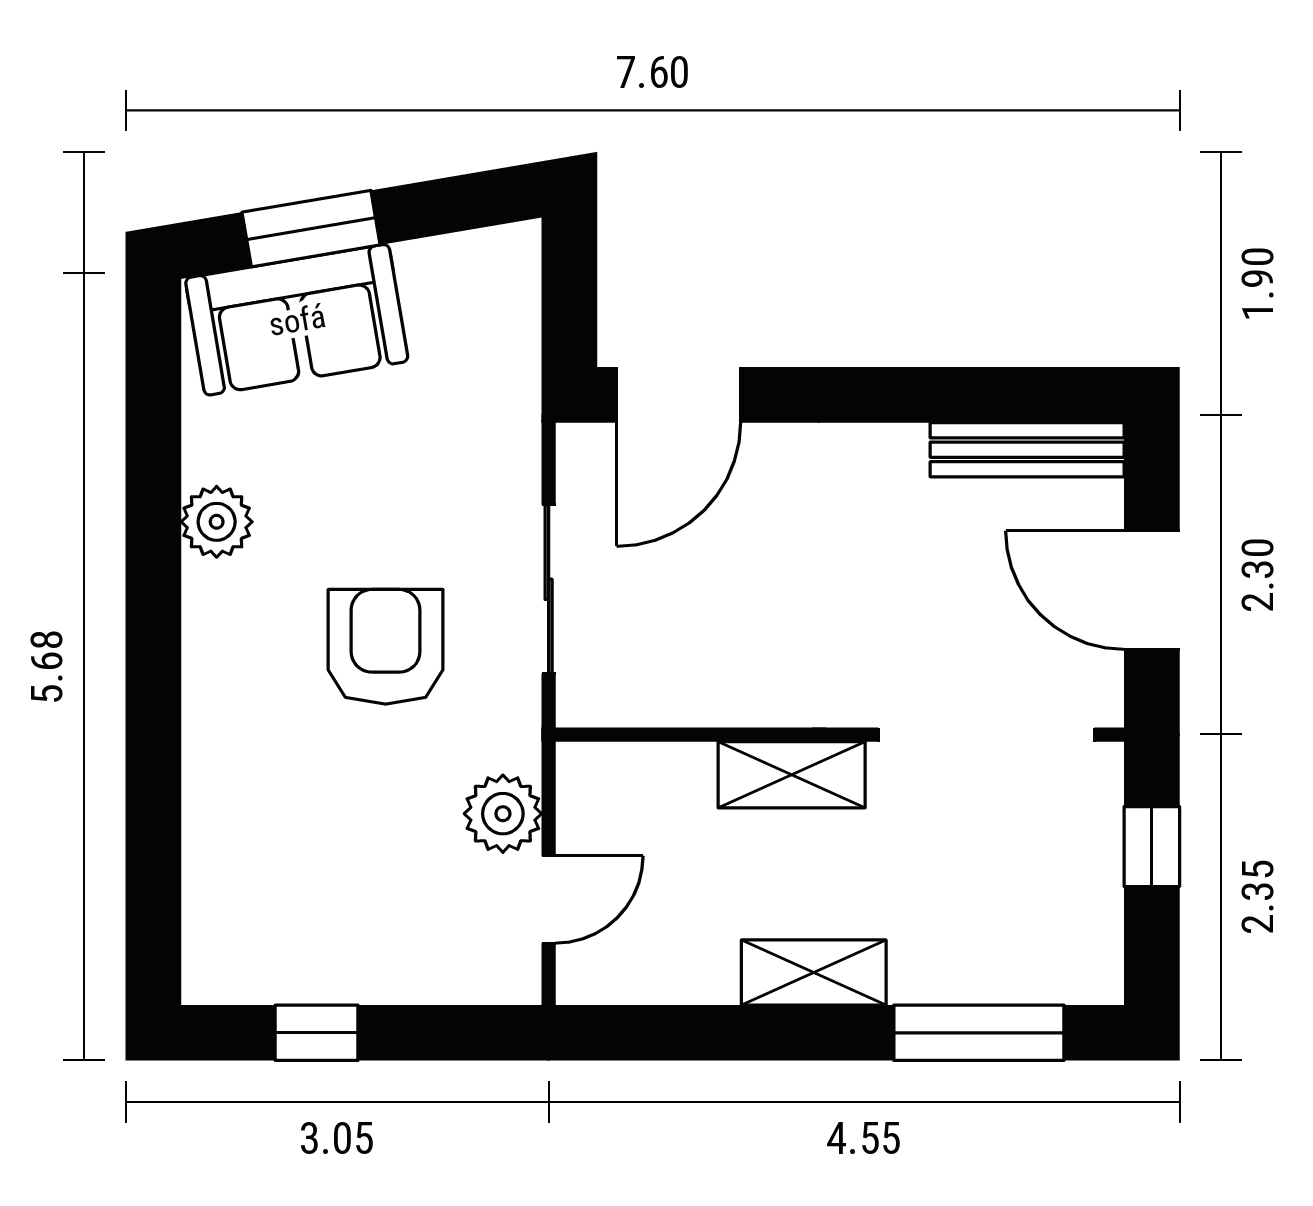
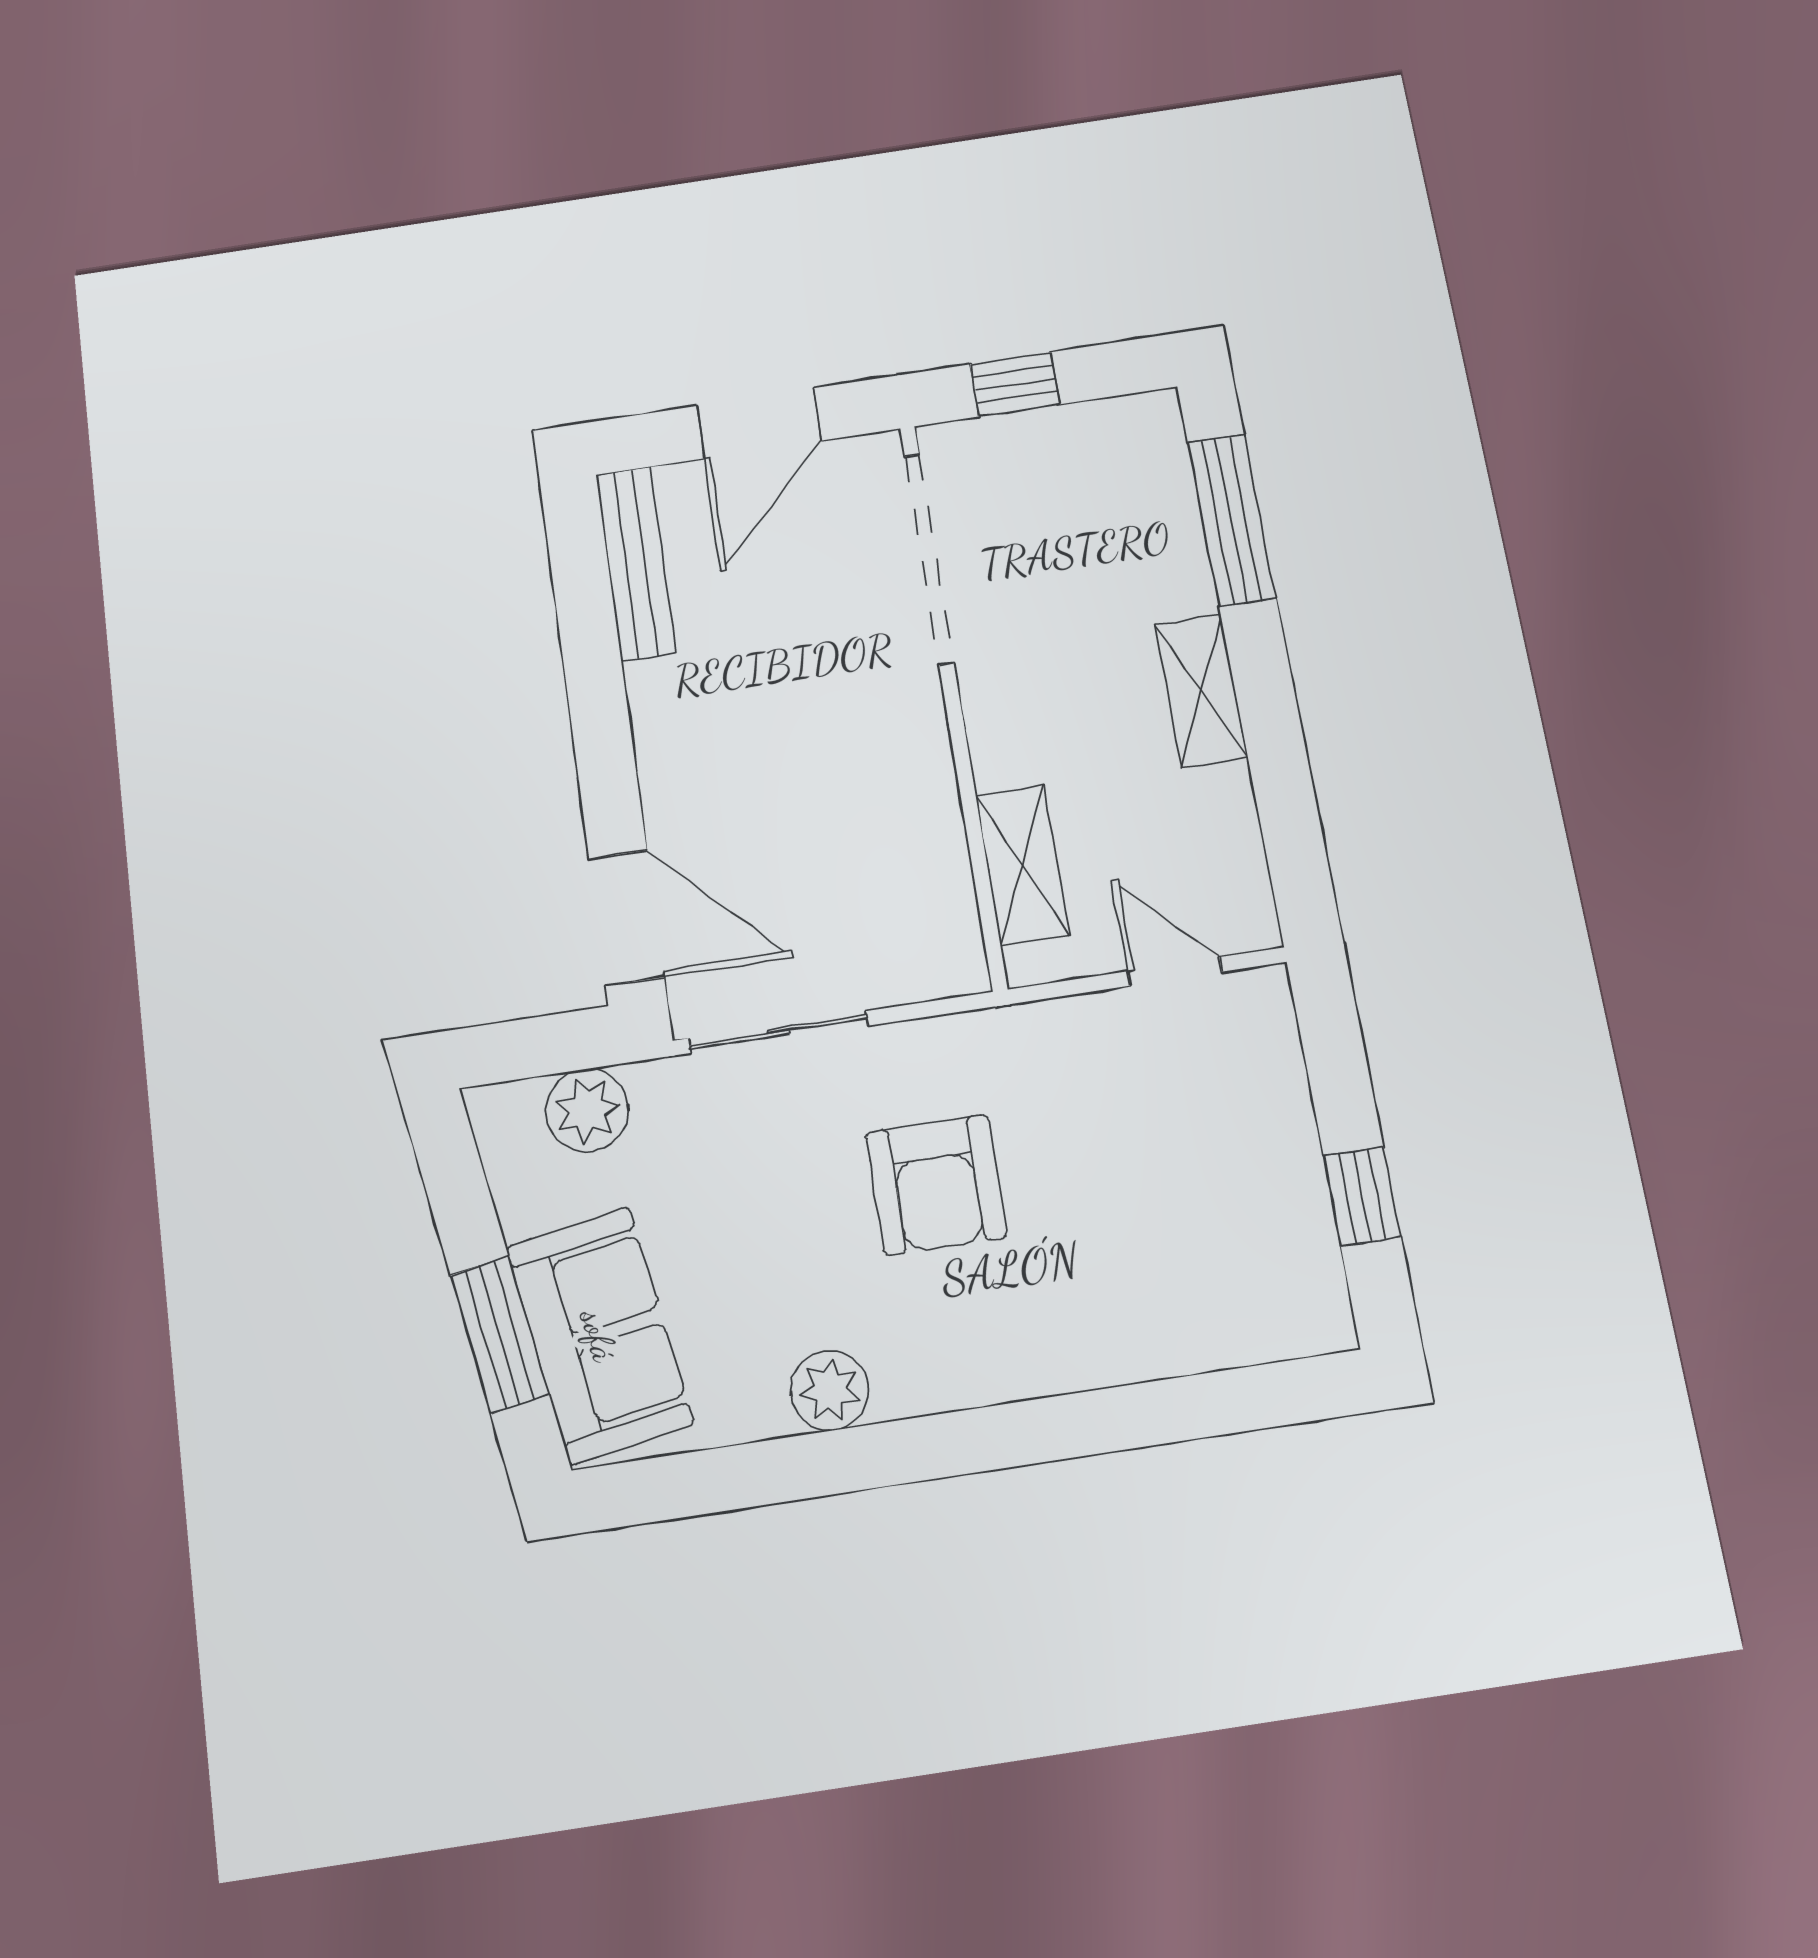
sliding door: (549, 589) -> (778, 1032), moved
armchair: (386, 647) -> (936, 1185), turned -90
shelving: (792, 775) -> (1022, 865), moved
plant: (503, 814) -> (587, 1110), moved

